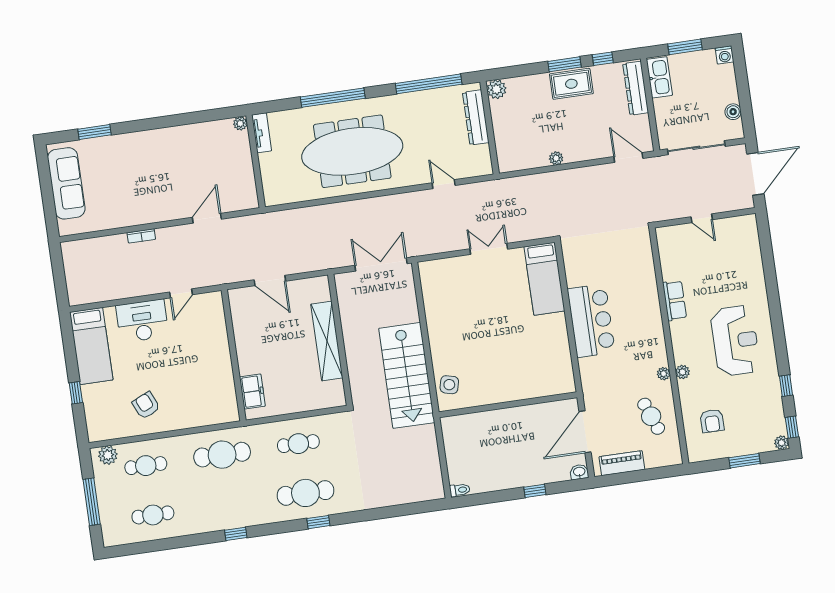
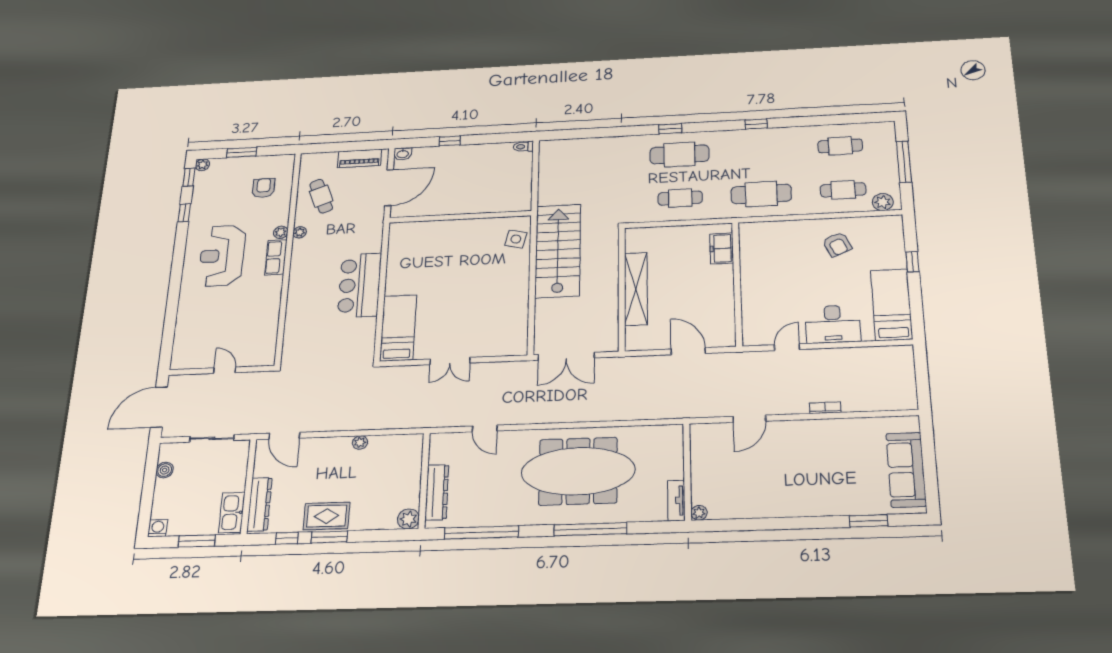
sliding door: (696, 148) -> (212, 438), width x0.73
row of seats: (675, 301) -> (276, 257), moved

